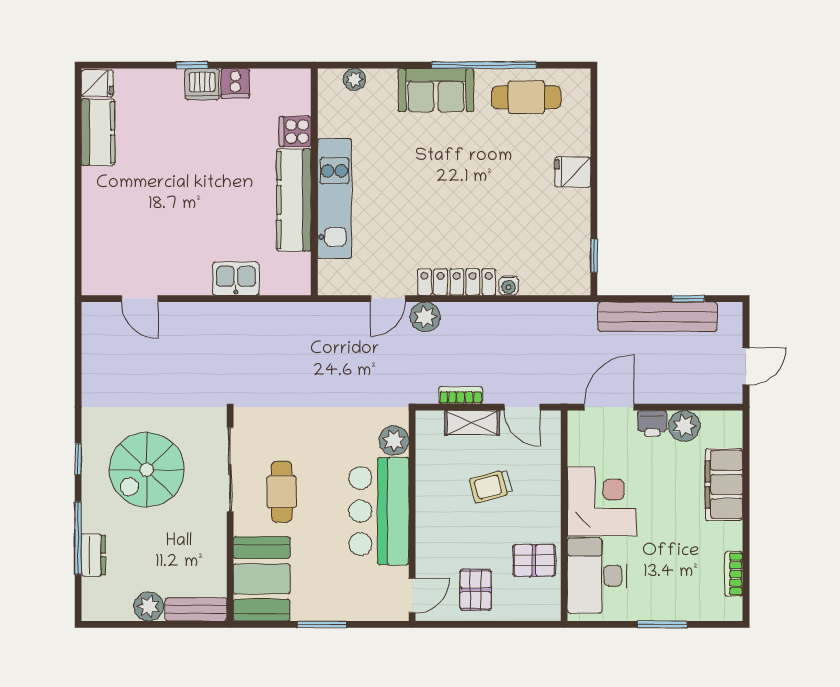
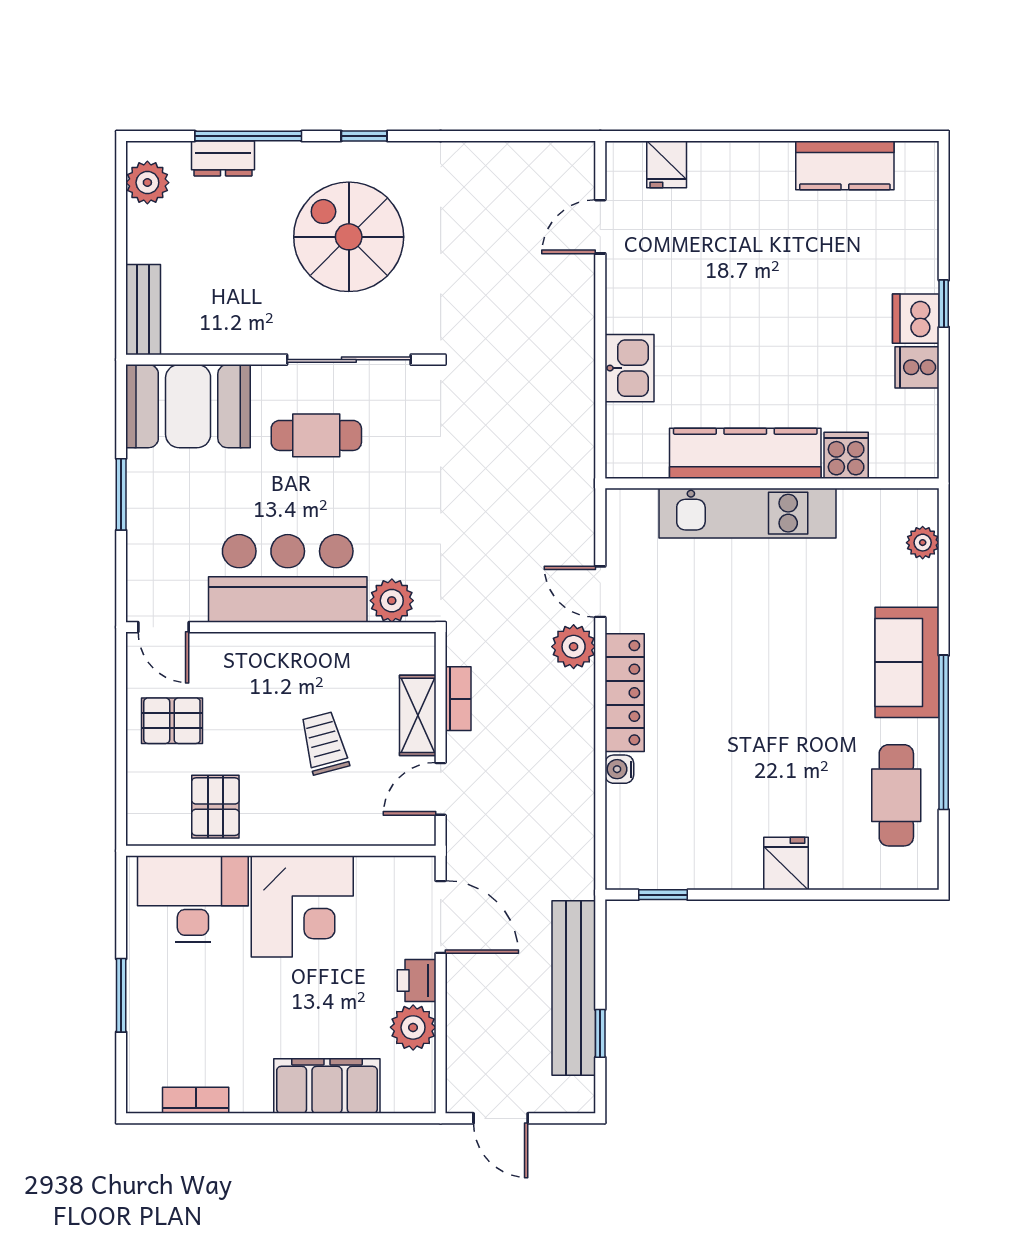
fridge: (97, 83) -> (667, 164), moved
plant: (149, 607) -> (147, 183), moved

